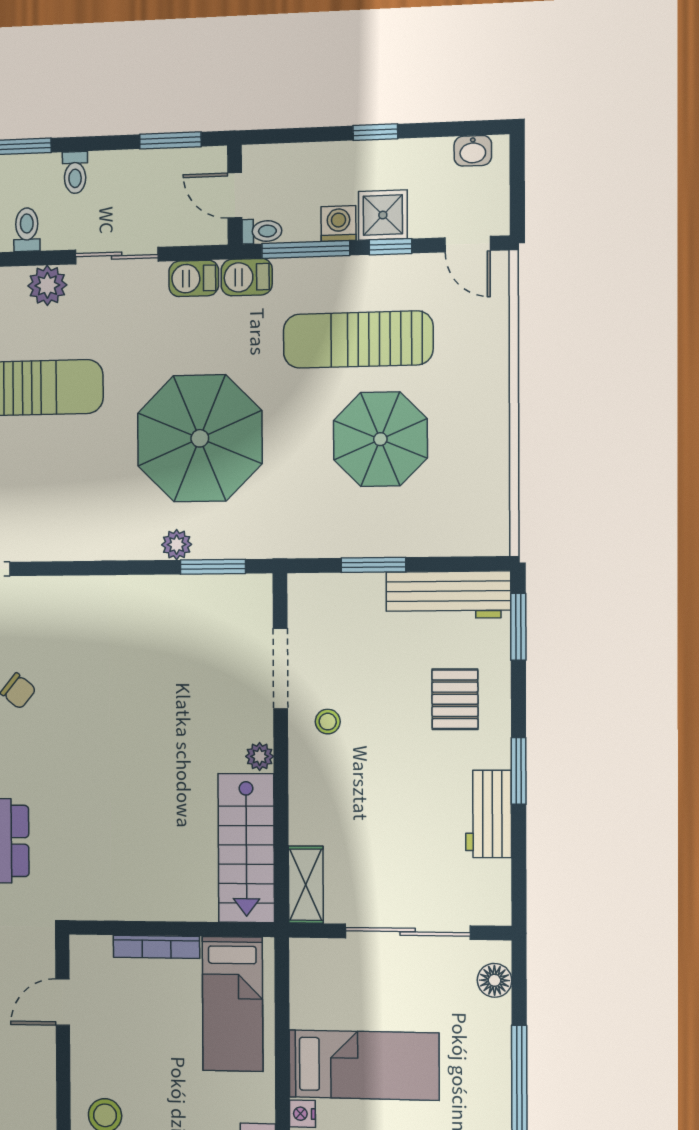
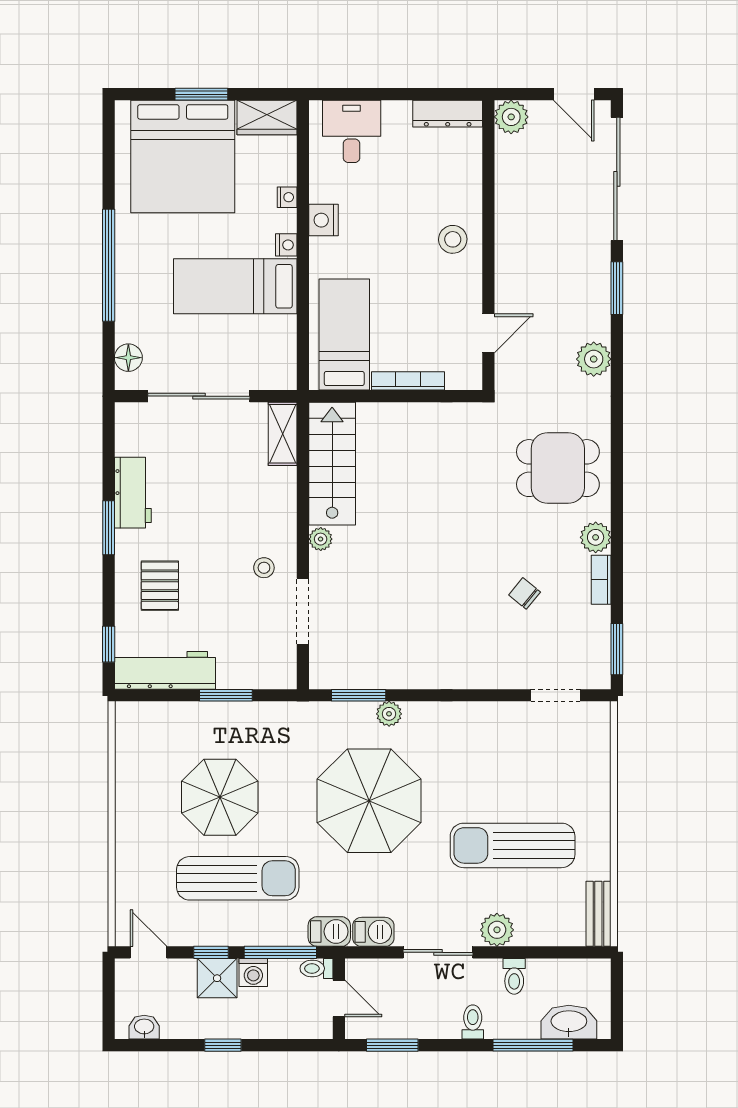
window: (518, 627) -> (109, 644), width x0.67

